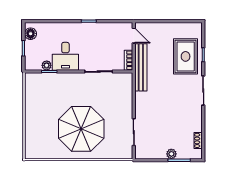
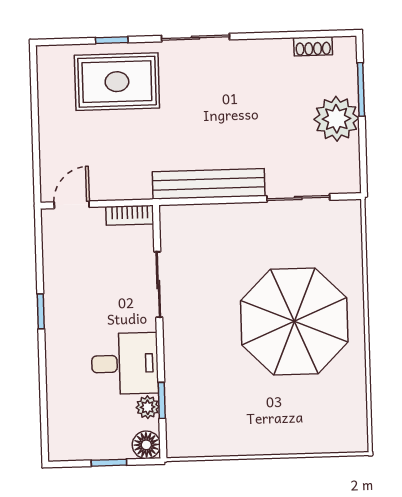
floor lamp: (31, 34) -> (146, 445), moved
bench: (141, 67) -> (209, 184), moved
plant: (171, 154) -> (336, 119), width x1.87, depth x1.87

